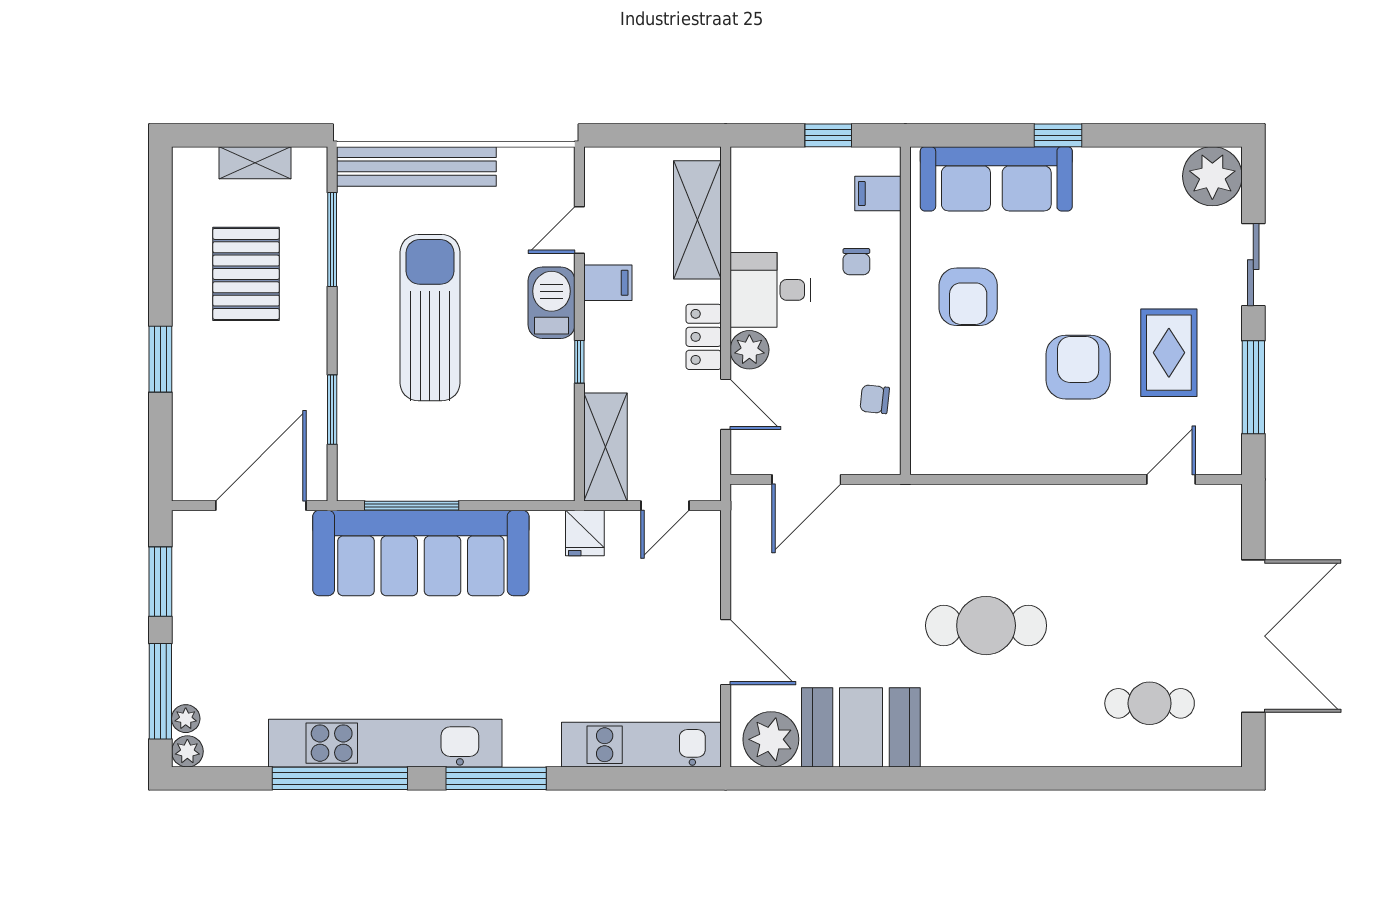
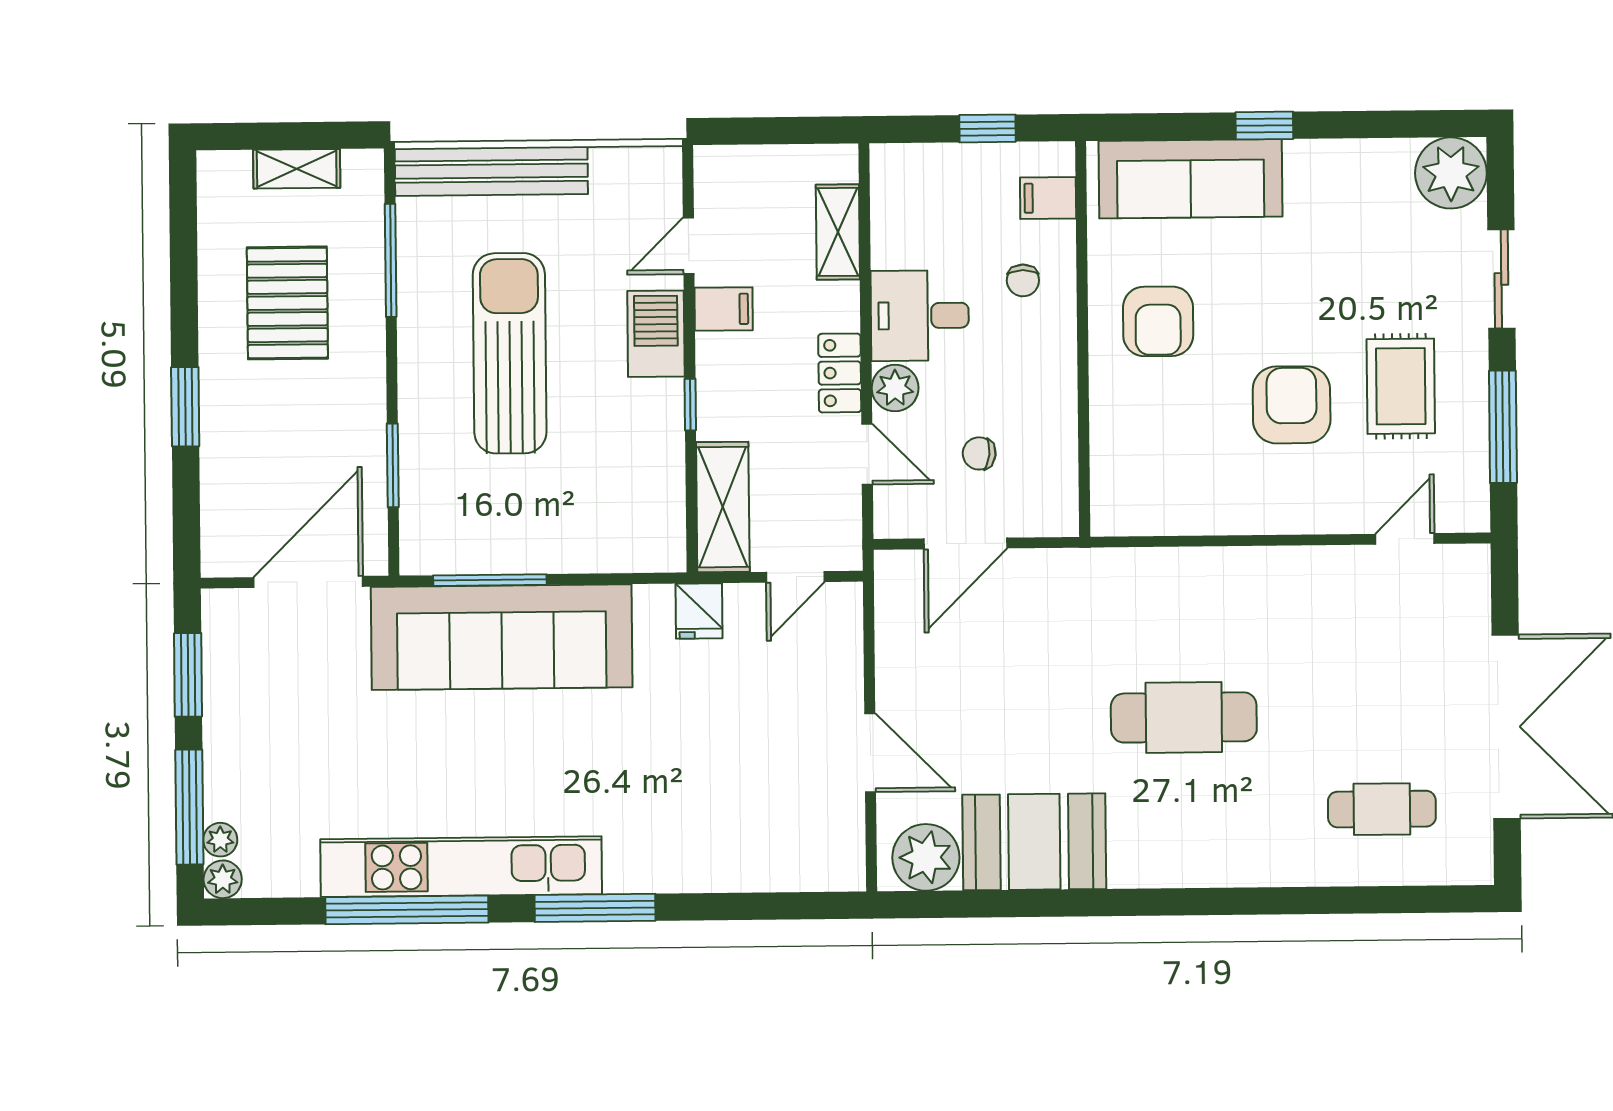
shelving: (697, 220) -> (838, 232), width x0.67, depth x0.75
chair: (875, 399) -> (979, 453), moved
kitchen unit: (641, 745) -> (770, 865), removed

